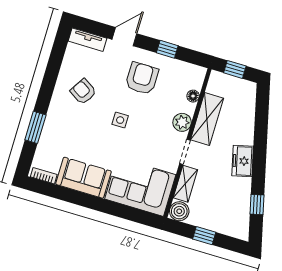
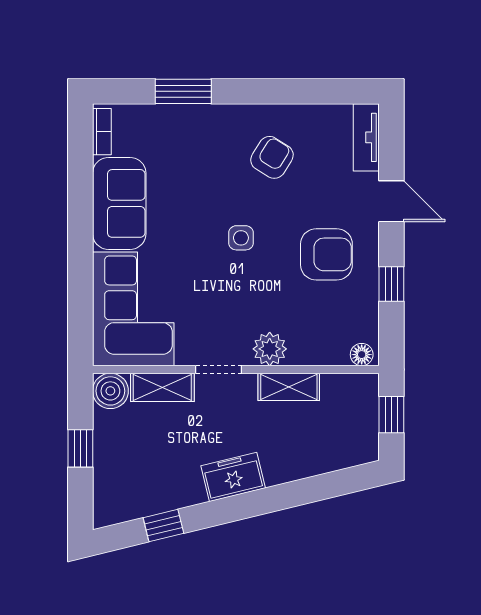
floor lamp: (193, 96) -> (362, 355), moved
shelving: (207, 119) -> (289, 387), width x0.67, depth x0.75

